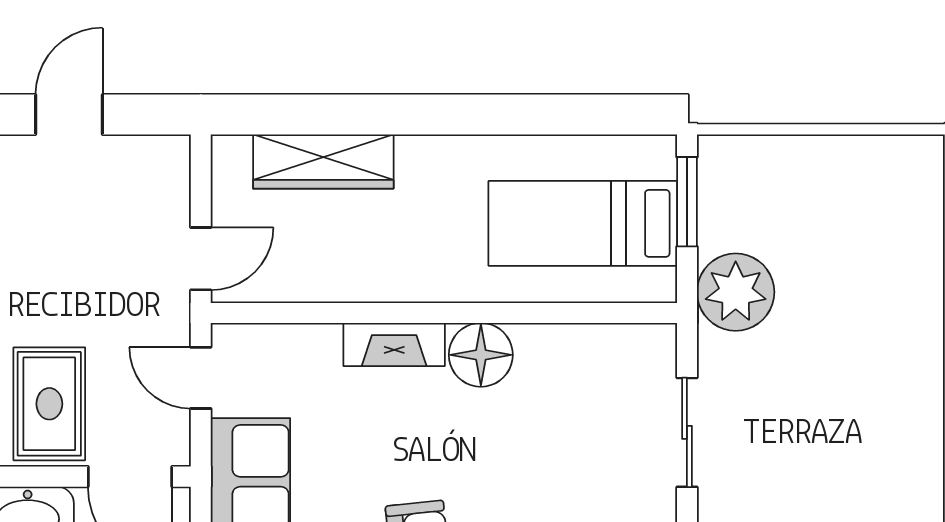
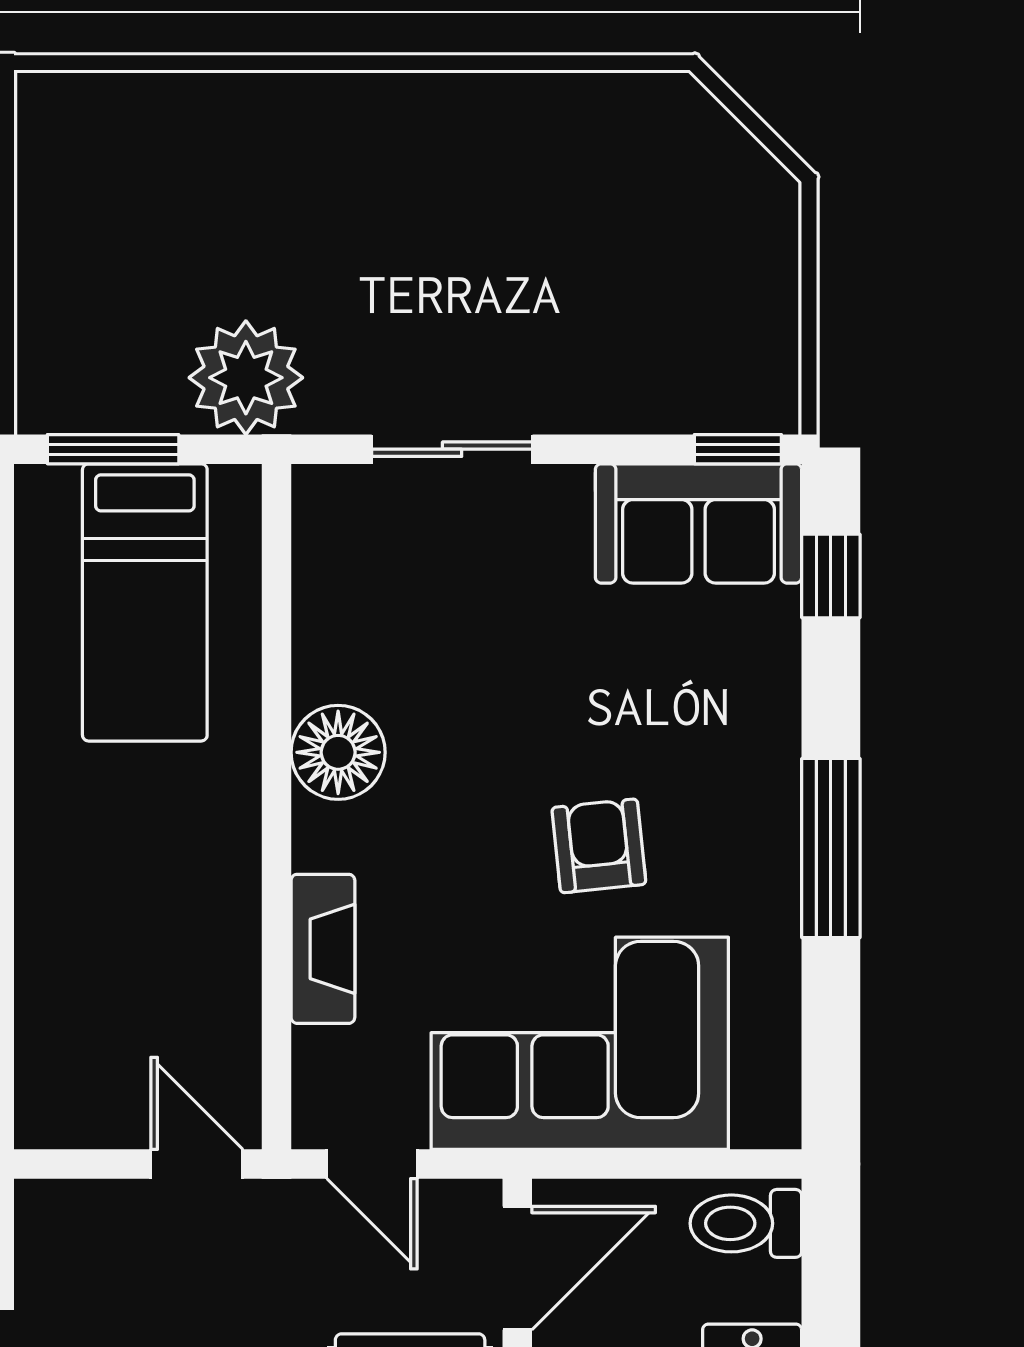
wardrobe: (323, 162) -> (54, 984), removed
fireplace: (394, 345) -> (323, 949), moved
door: (201, 378) -> (372, 1164), hinge flipped

